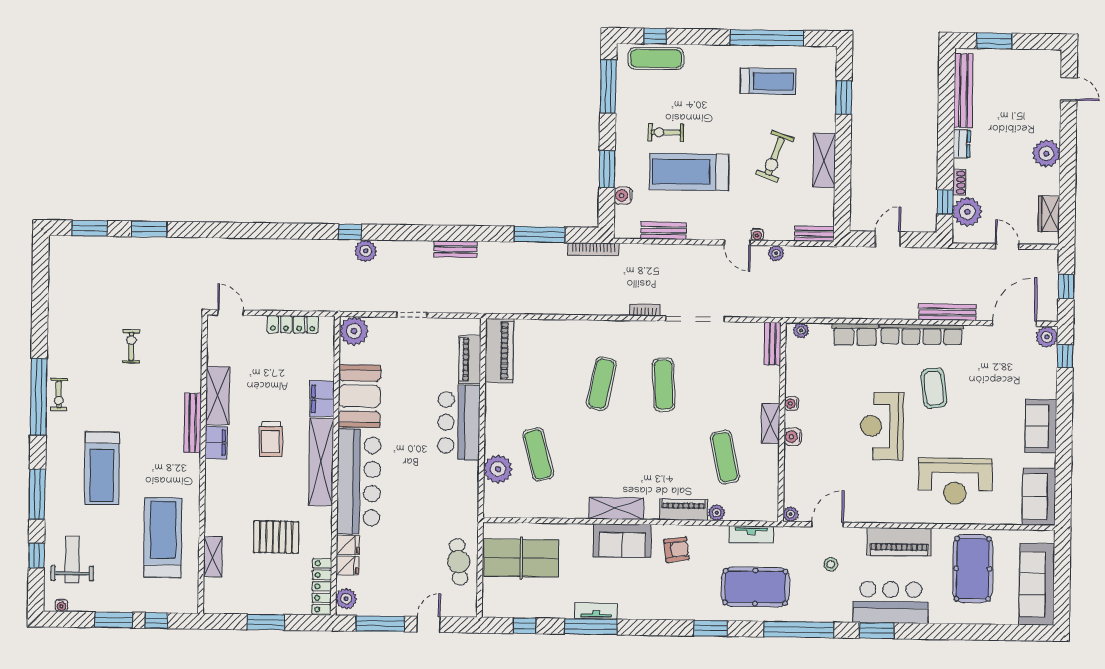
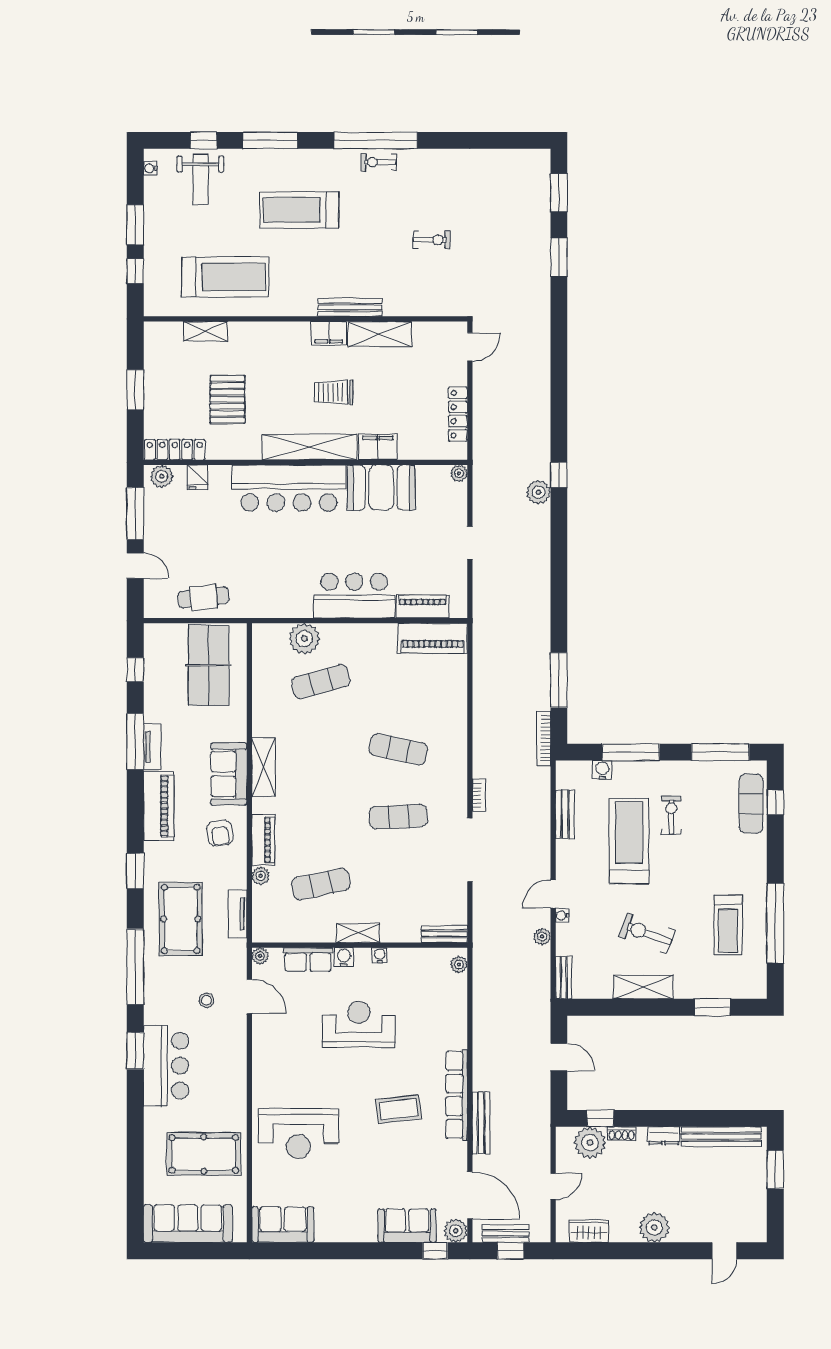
window: (607, 169) -> (631, 752), width x1.44
bench: (455, 249) -> (506, 1234), moved, turned 90
plant: (354, 331) -> (459, 473), width x0.53, depth x0.53
row of seats: (855, 334) -> (308, 960), moved, turned -90
reception desk: (882, 426) -> (359, 1024), moved
sofa: (1041, 426) -> (407, 1226), moved
reception desk: (955, 481) -> (298, 1134), turned -90
piano: (899, 542) -> (159, 806), moved, turned 180
fridge: (348, 545) -> (220, 477), removed
weight bench: (72, 559) -> (200, 179), turned 90

